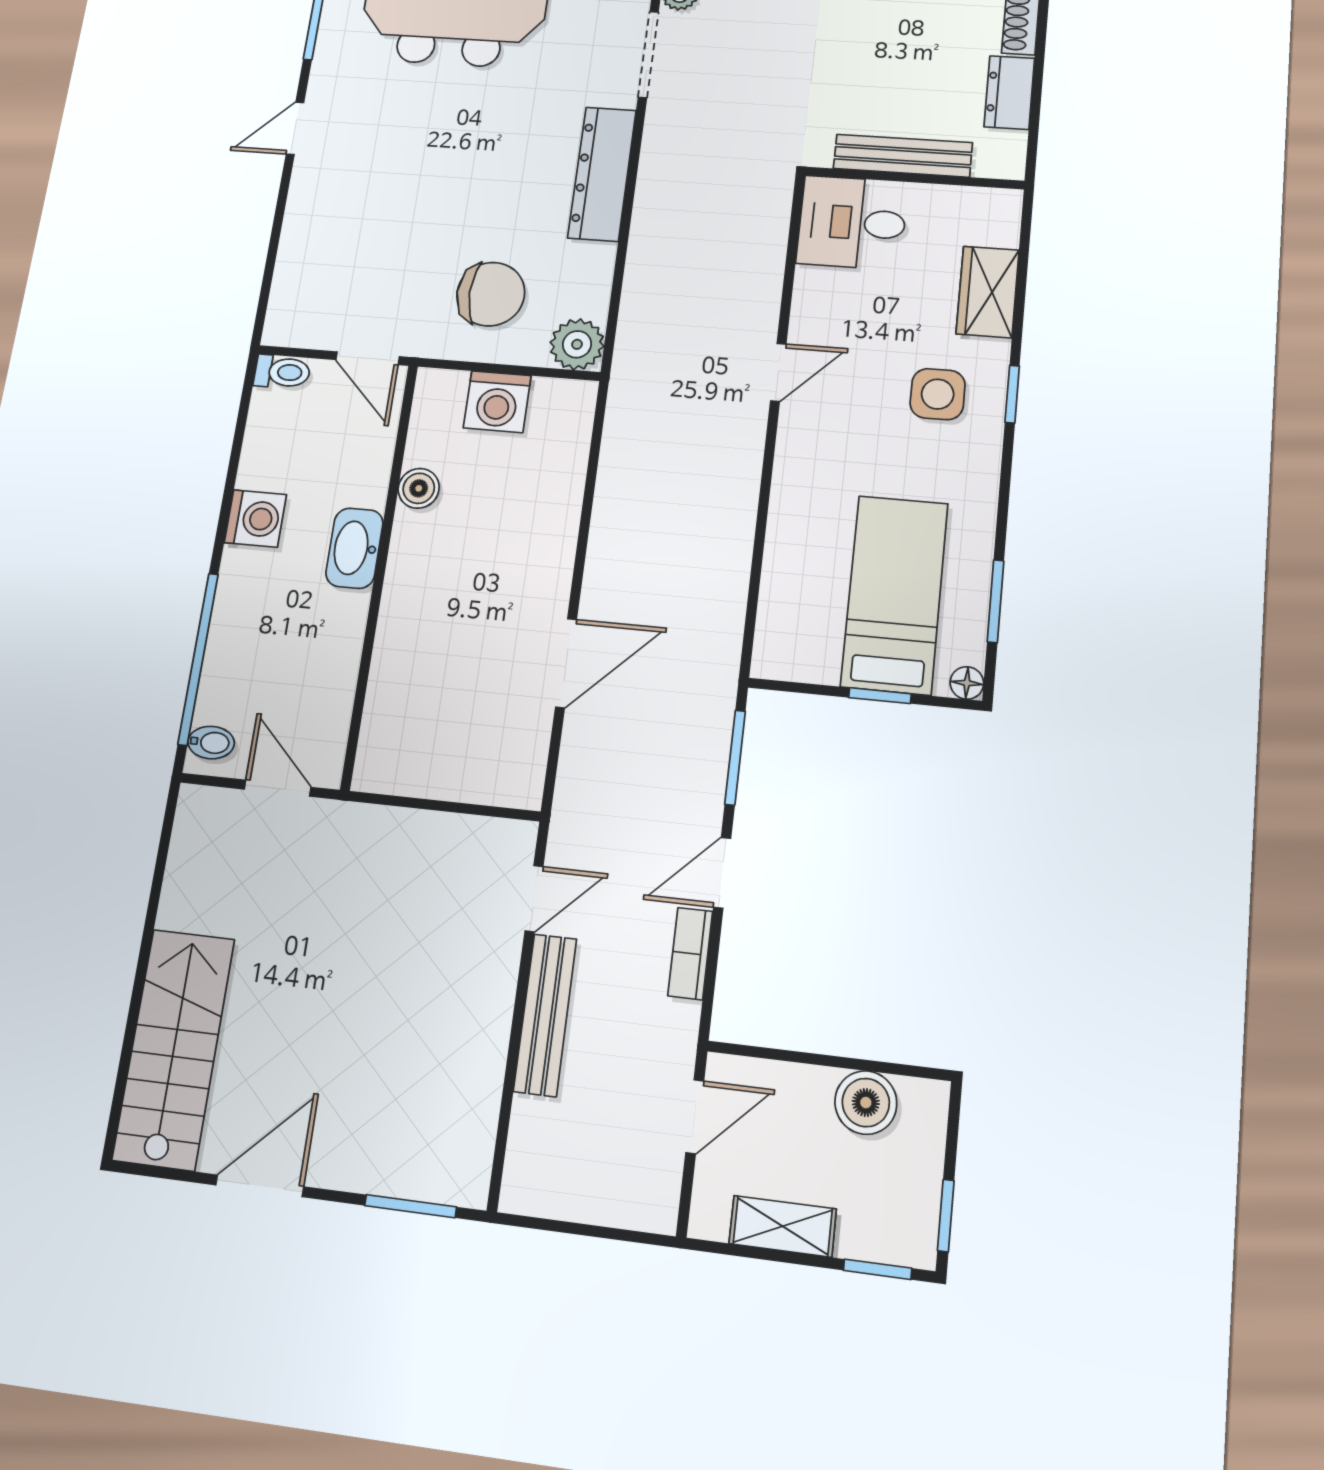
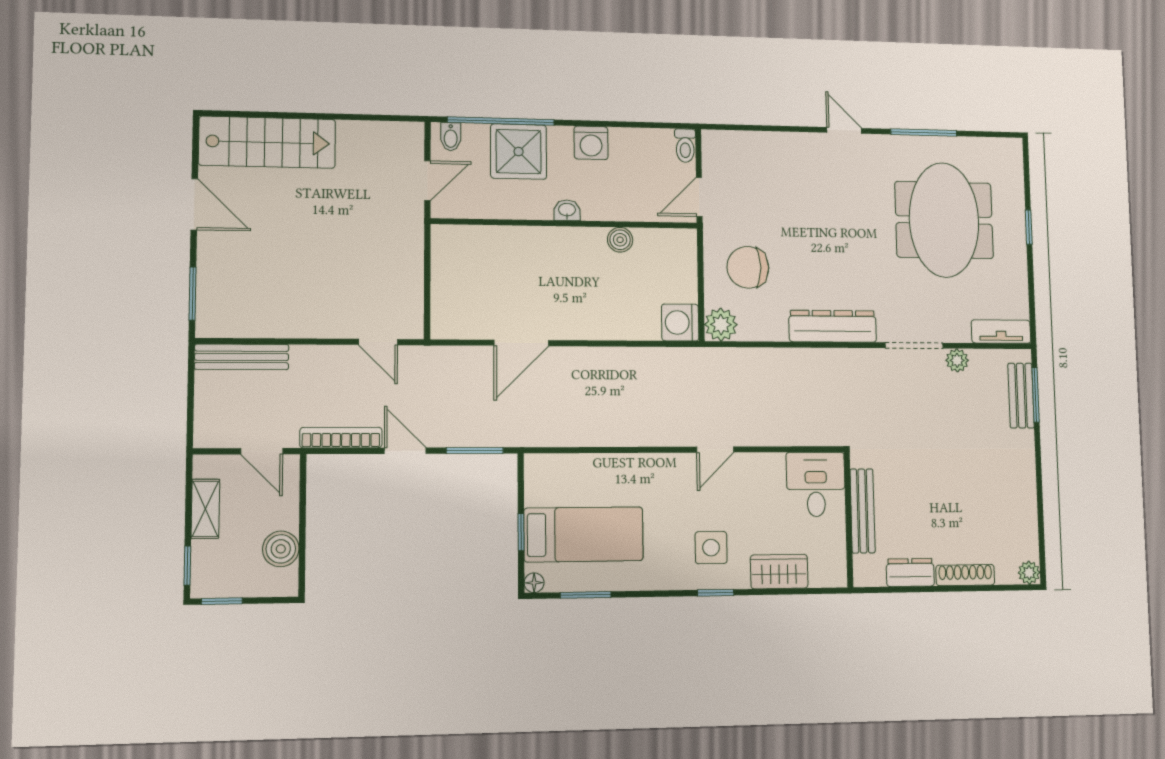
chair: (491, 294) -> (748, 267), turned 90
door: (778, 372) -> (715, 450), hinge flipped
washing machine: (497, 402) -> (680, 323), moved
washbasin: (354, 548) -> (567, 210), width x0.52, depth x0.69
shower: (252, 635) -> (519, 152), added
door: (566, 663) -> (521, 343), hinge flipped
bookcase: (690, 953) -> (341, 438), width x1.56
bench: (545, 1015) -> (242, 357), moved

